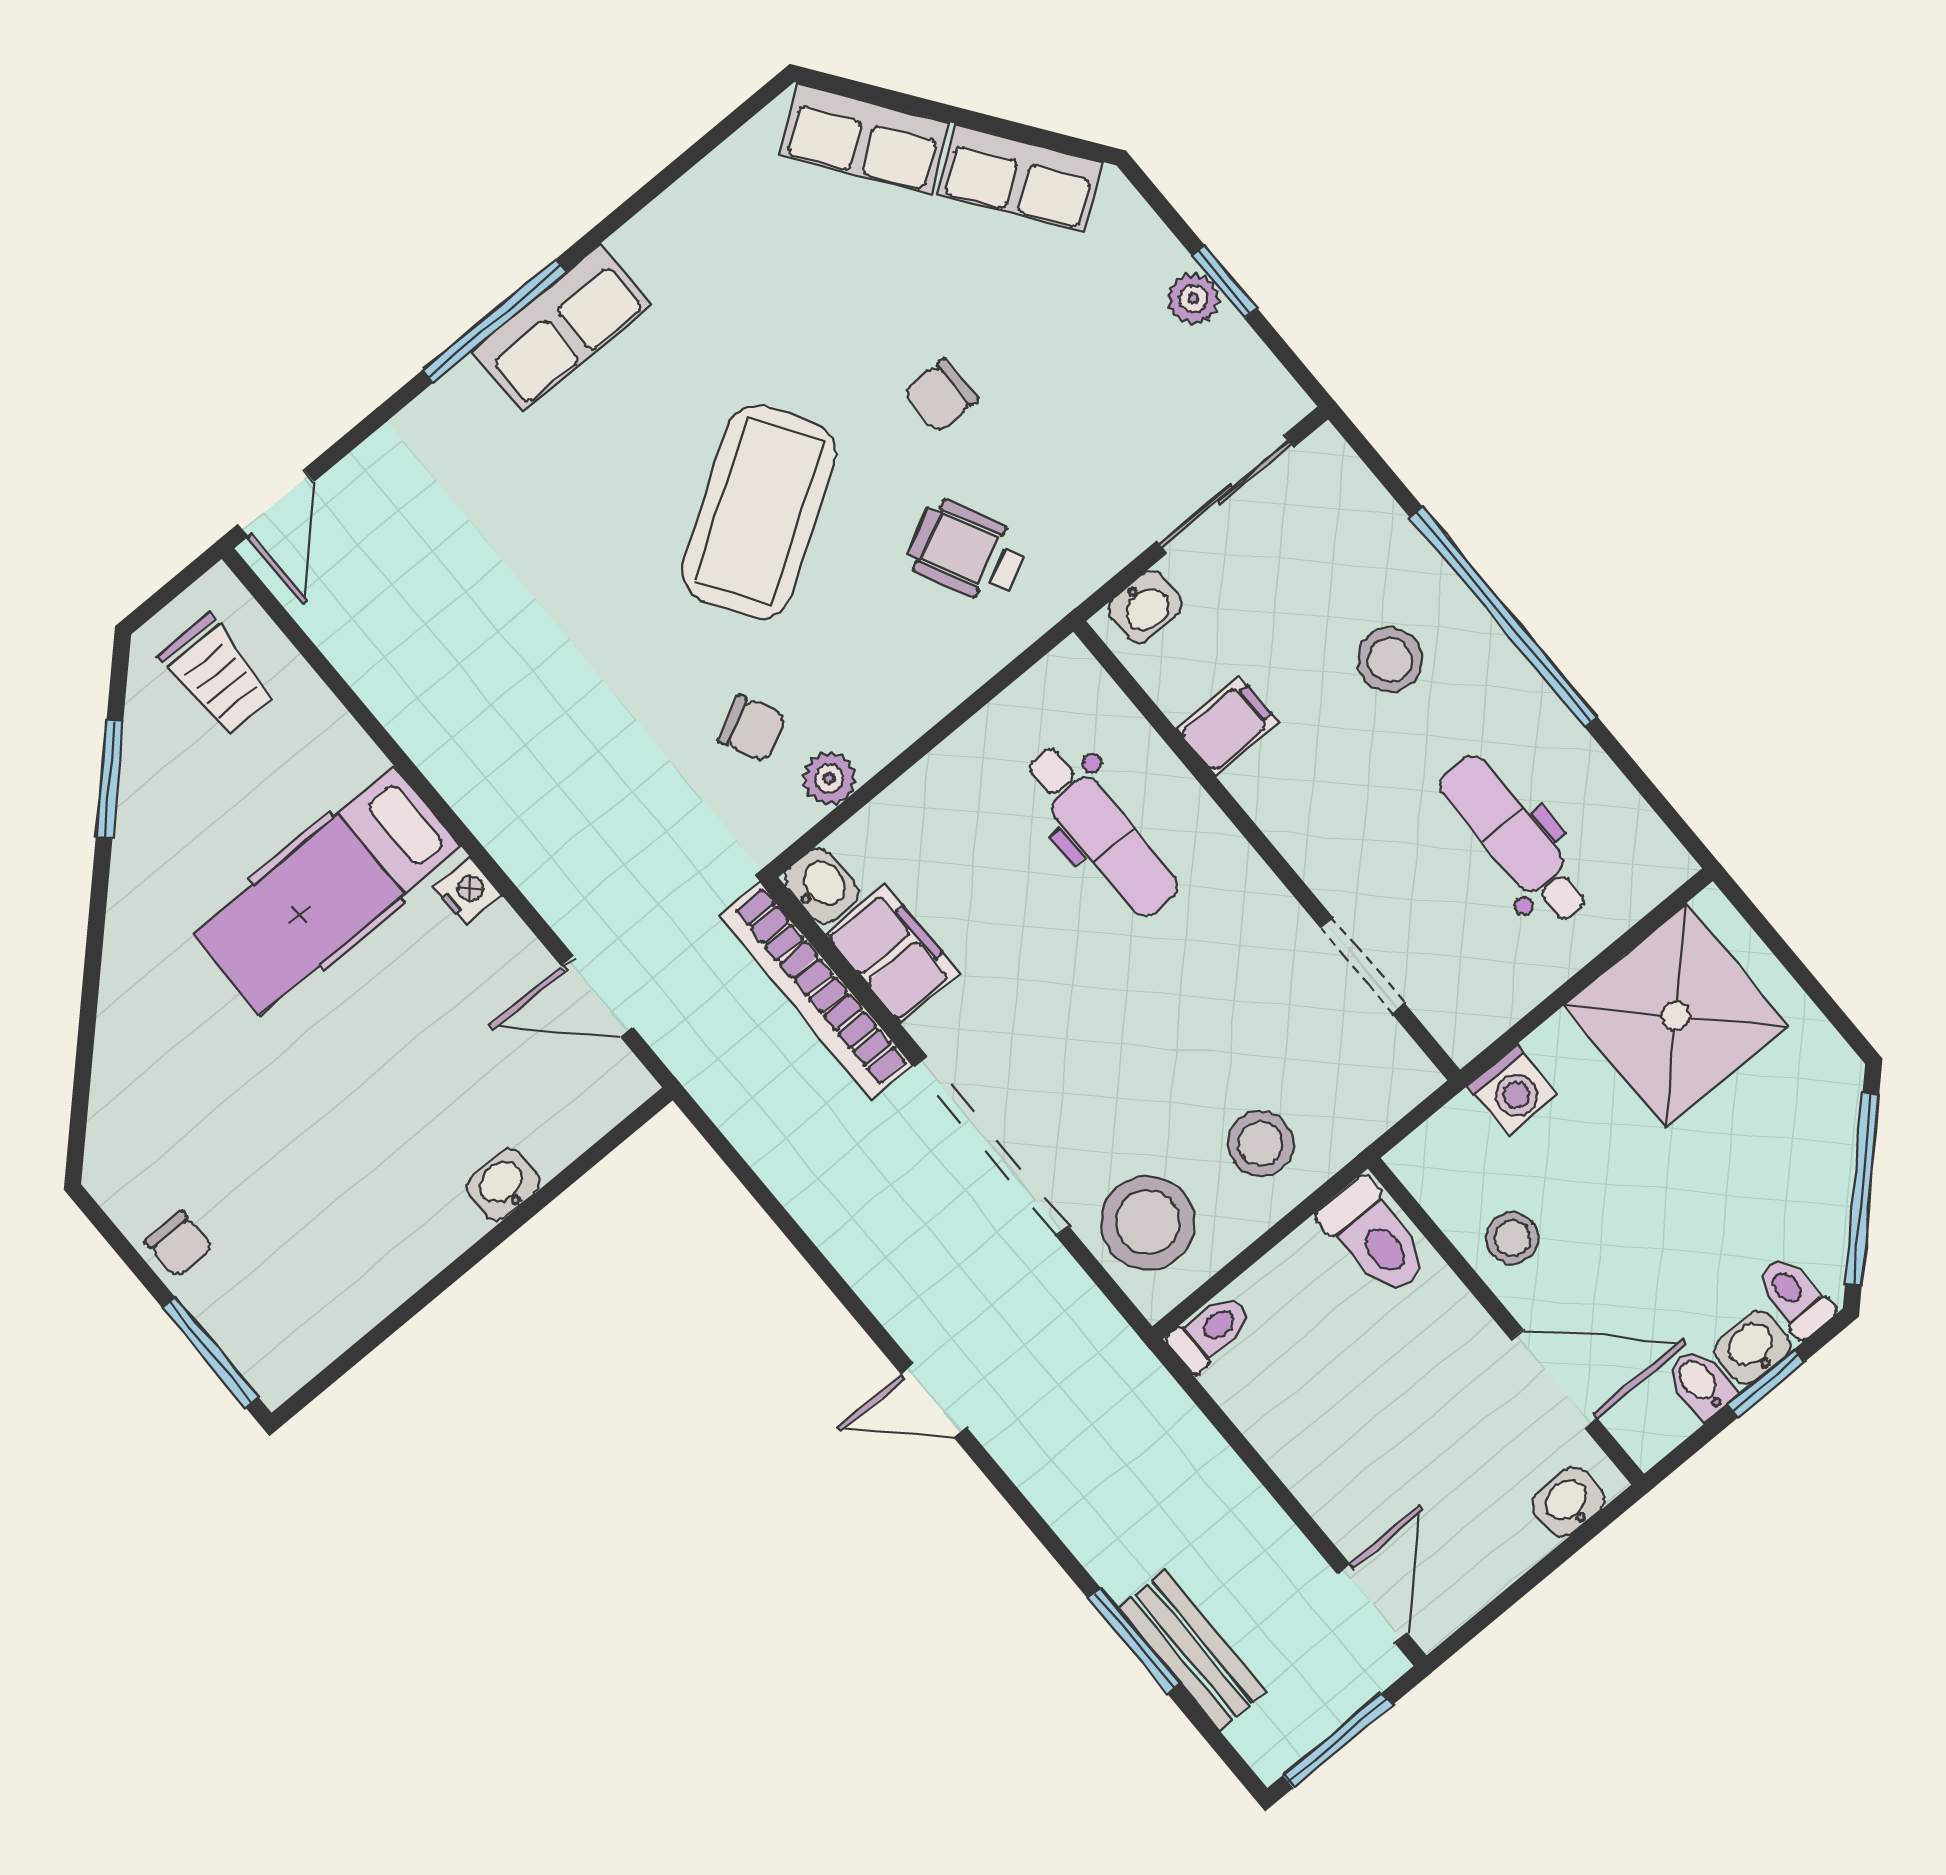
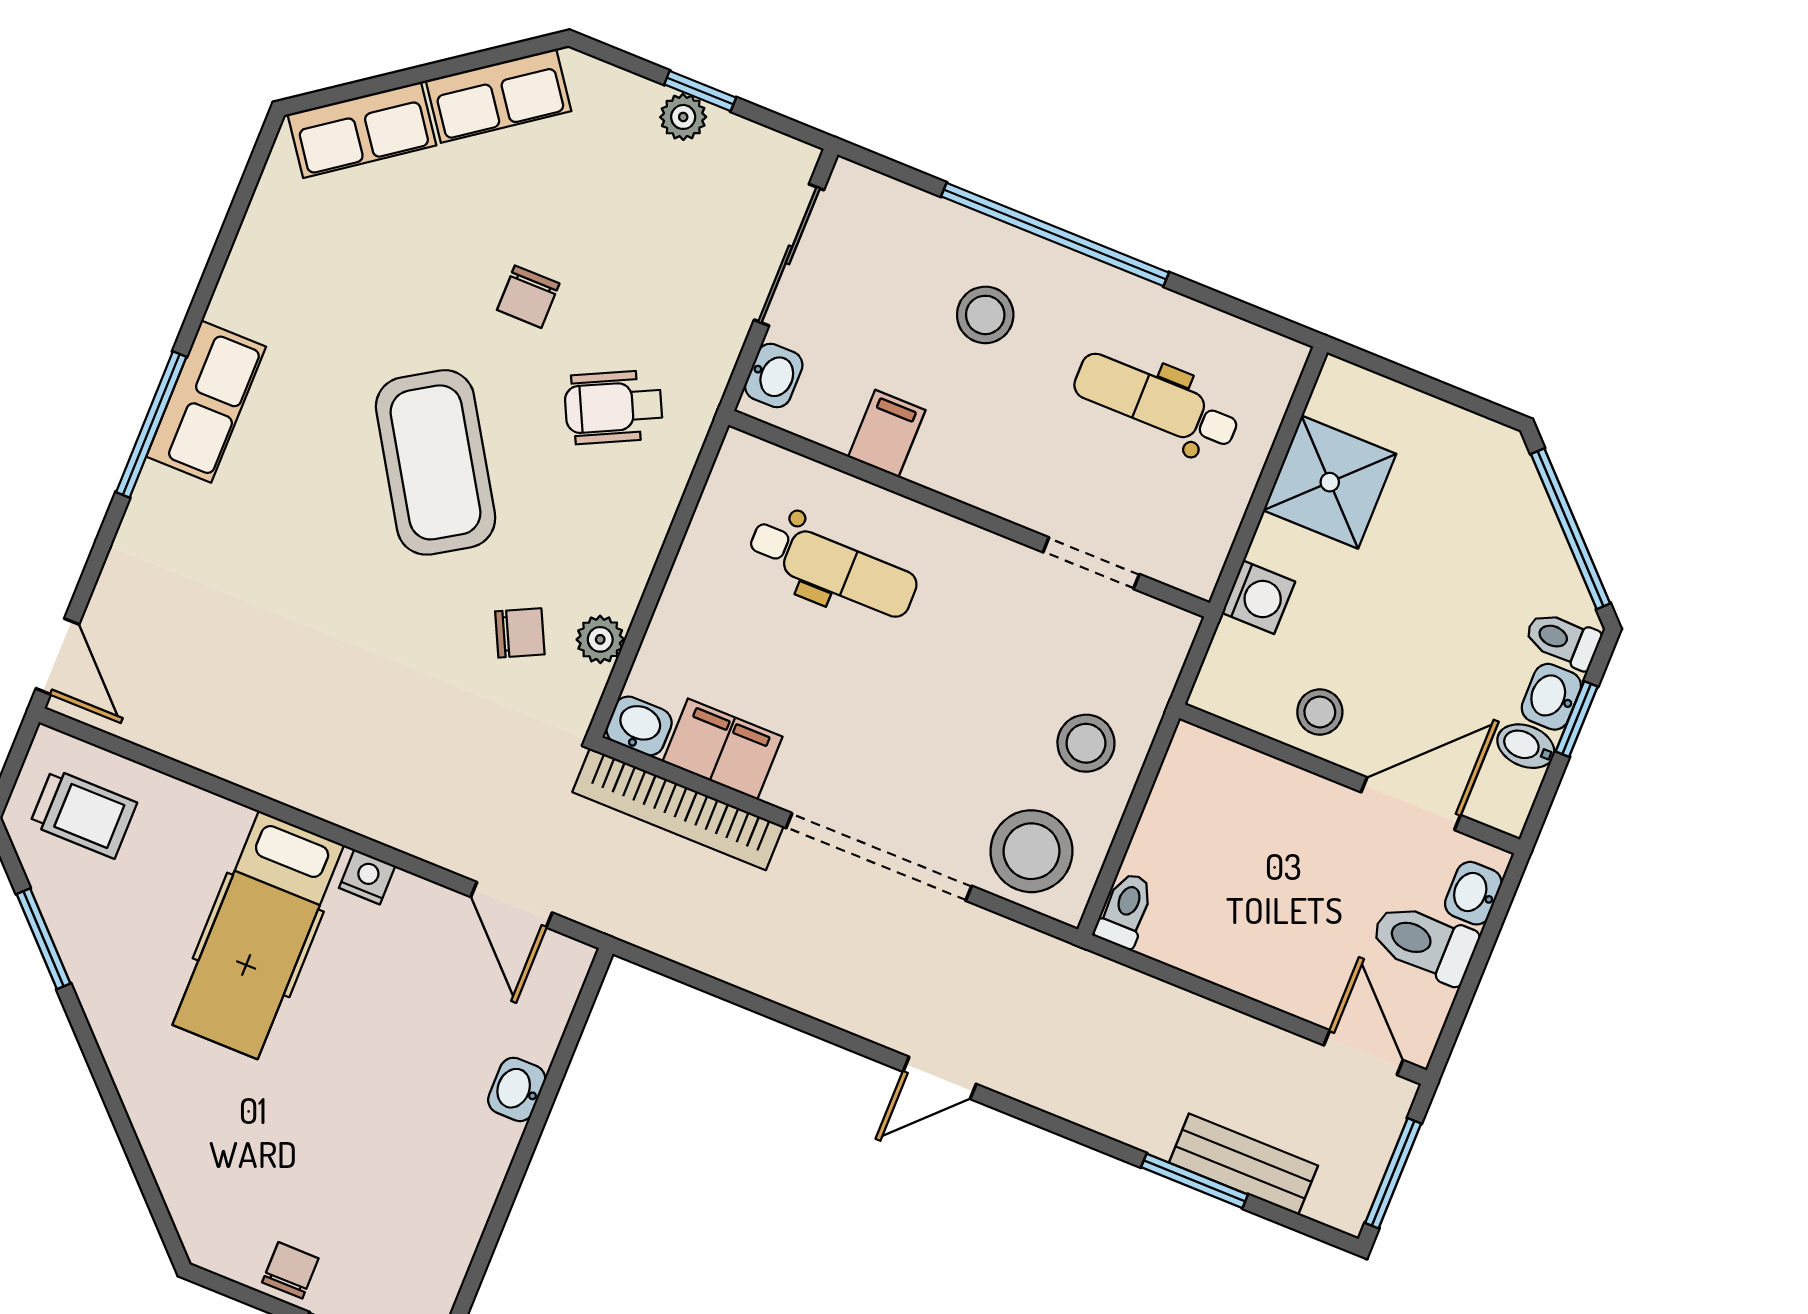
door: (597, 997) -> (511, 905), hinge flipped
shower: (1676, 1016) -> (1330, 482), width x0.73, depth x0.73
toilet: (1374, 1237) -> (1424, 943), moved, turned 180
chair: (179, 1244) -> (290, 1270), turned -90

